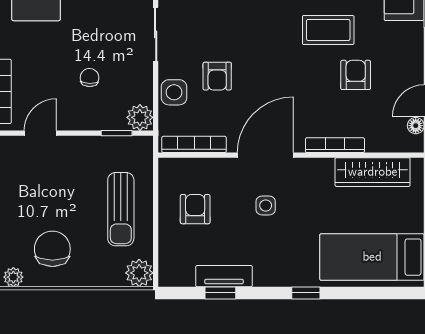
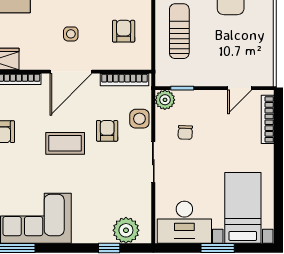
coffee table: (328, 30) -> (65, 143), moved
chair: (90, 78) -> (185, 132), moved
armchair: (195, 209) -> (124, 31), turned 180

